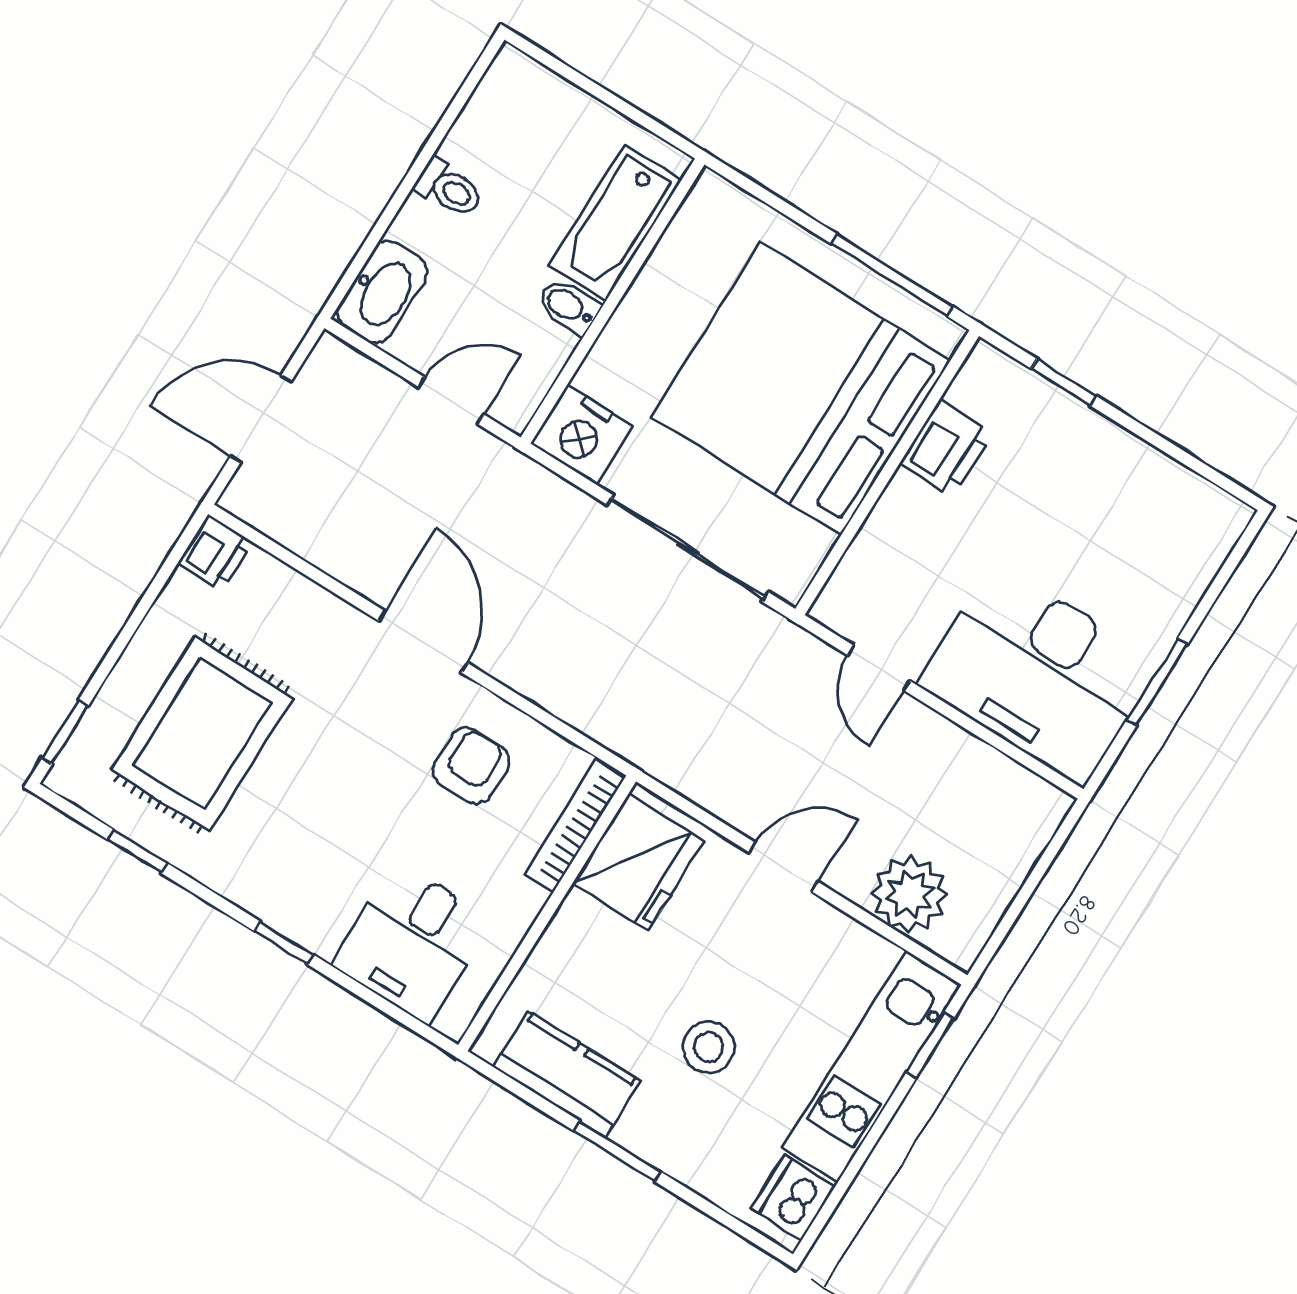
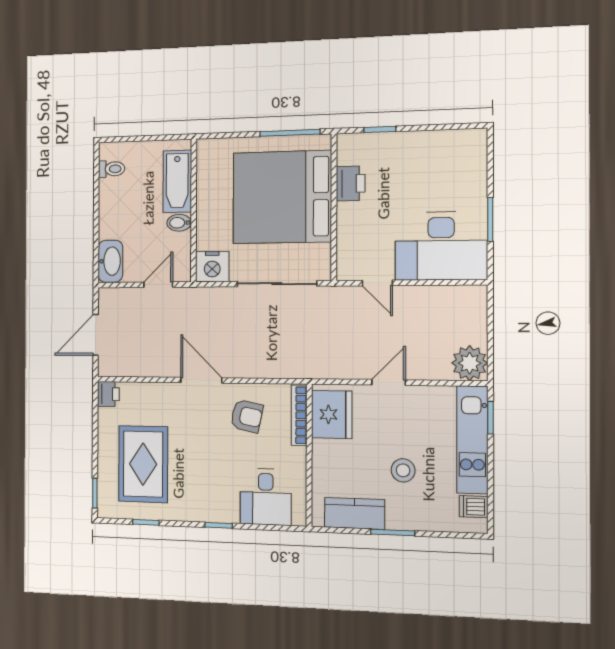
toilet: (449, 189) -> (112, 169), moved
armchair: (471, 766) -> (247, 416), turned 102
plant: (910, 894) -> (470, 363), moved
dishwasher: (793, 1197) -> (474, 507), width x0.73

